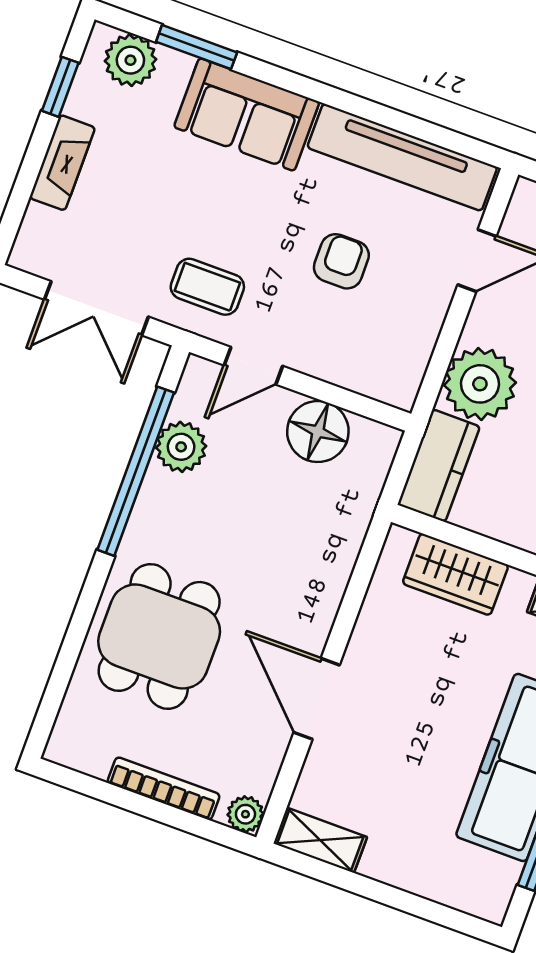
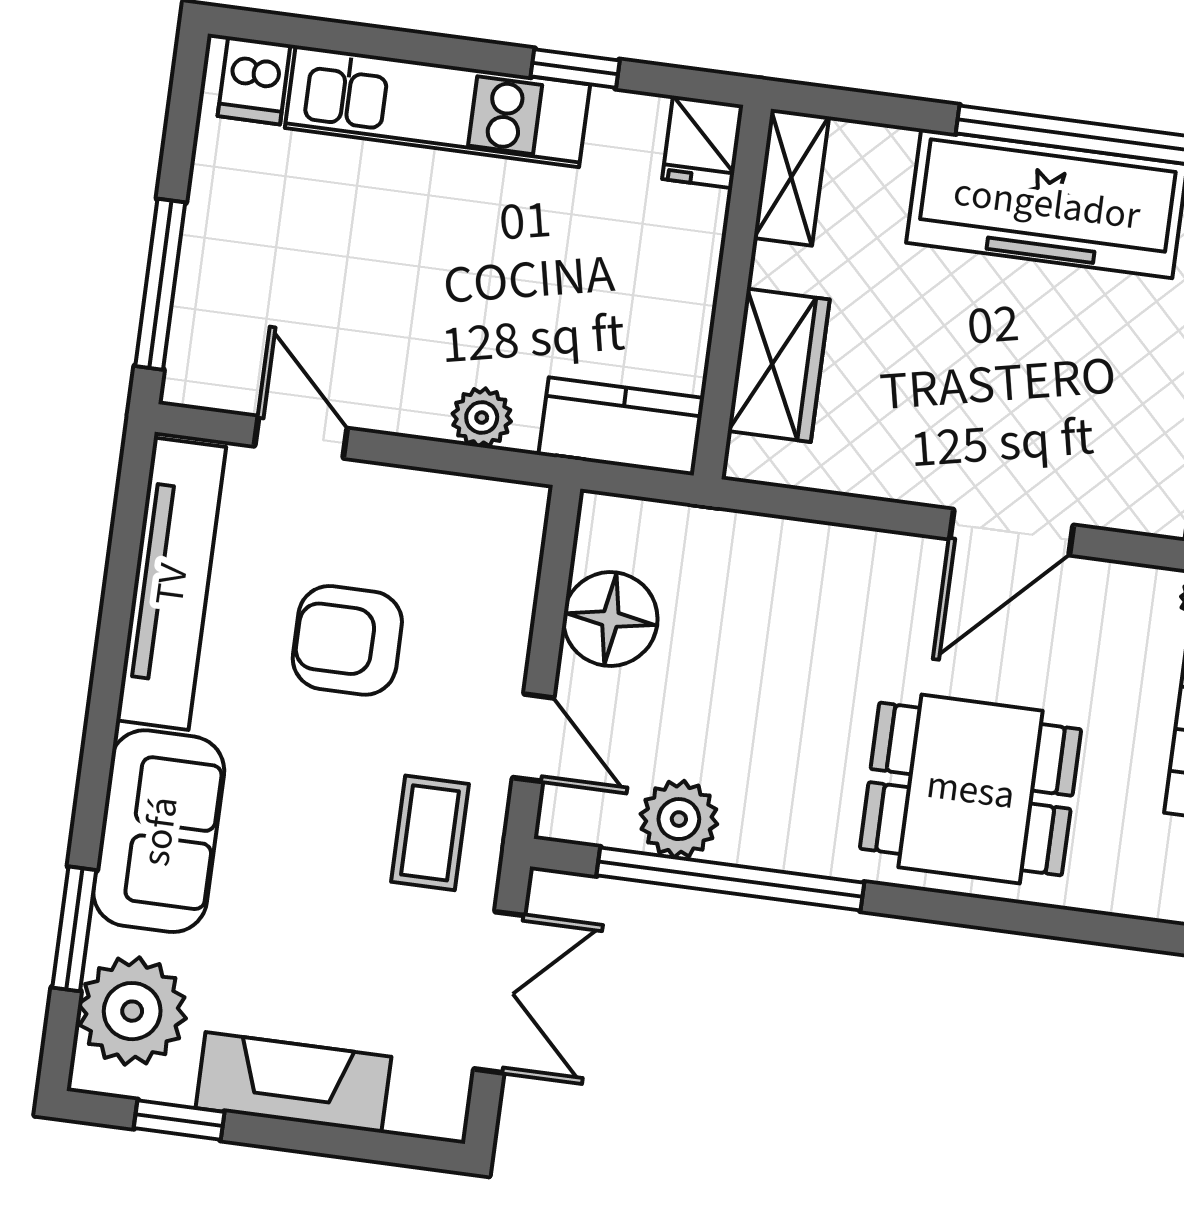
plant: (130, 60) -> (132, 1011), width x1.36, depth x1.36
fireplace: (62, 163) -> (293, 1082), width x1.37, depth x1.32
armchair: (341, 261) -> (347, 640), width x1.38, depth x1.38
plant: (480, 384) -> (482, 418), width x0.53, depth x0.53

